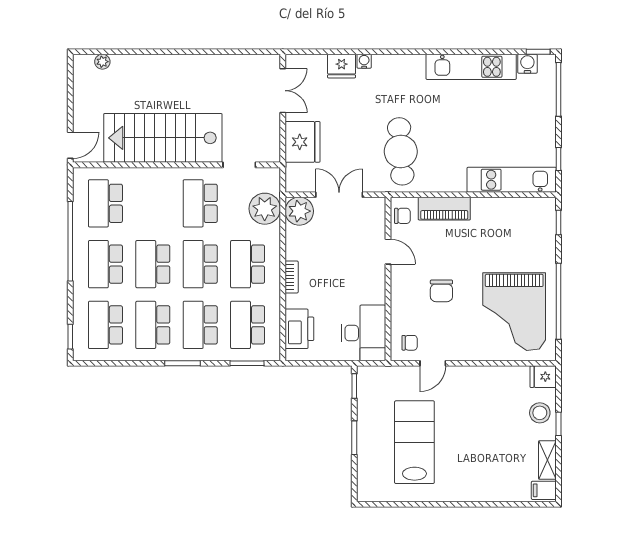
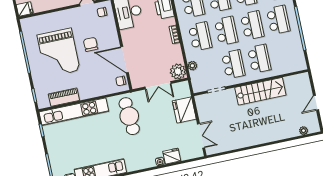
double door: (283, 91) -> (201, 136), swing flipped
stairs: (163, 138) -> (260, 91), width x0.73, depth x0.66
door: (70, 145) -> (316, 103), moved
kitchen unit: (512, 180) -> (74, 112), width x1.36
school desk: (105, 203) -> (259, 59), moved
plant: (265, 209) -> (192, 66), width x0.53, depth x0.53
piano: (444, 209) -> (64, 97), moved
door: (388, 252) -> (125, 60), width x1.88
grand piano: (514, 312) -> (59, 53), moved, turned 180

